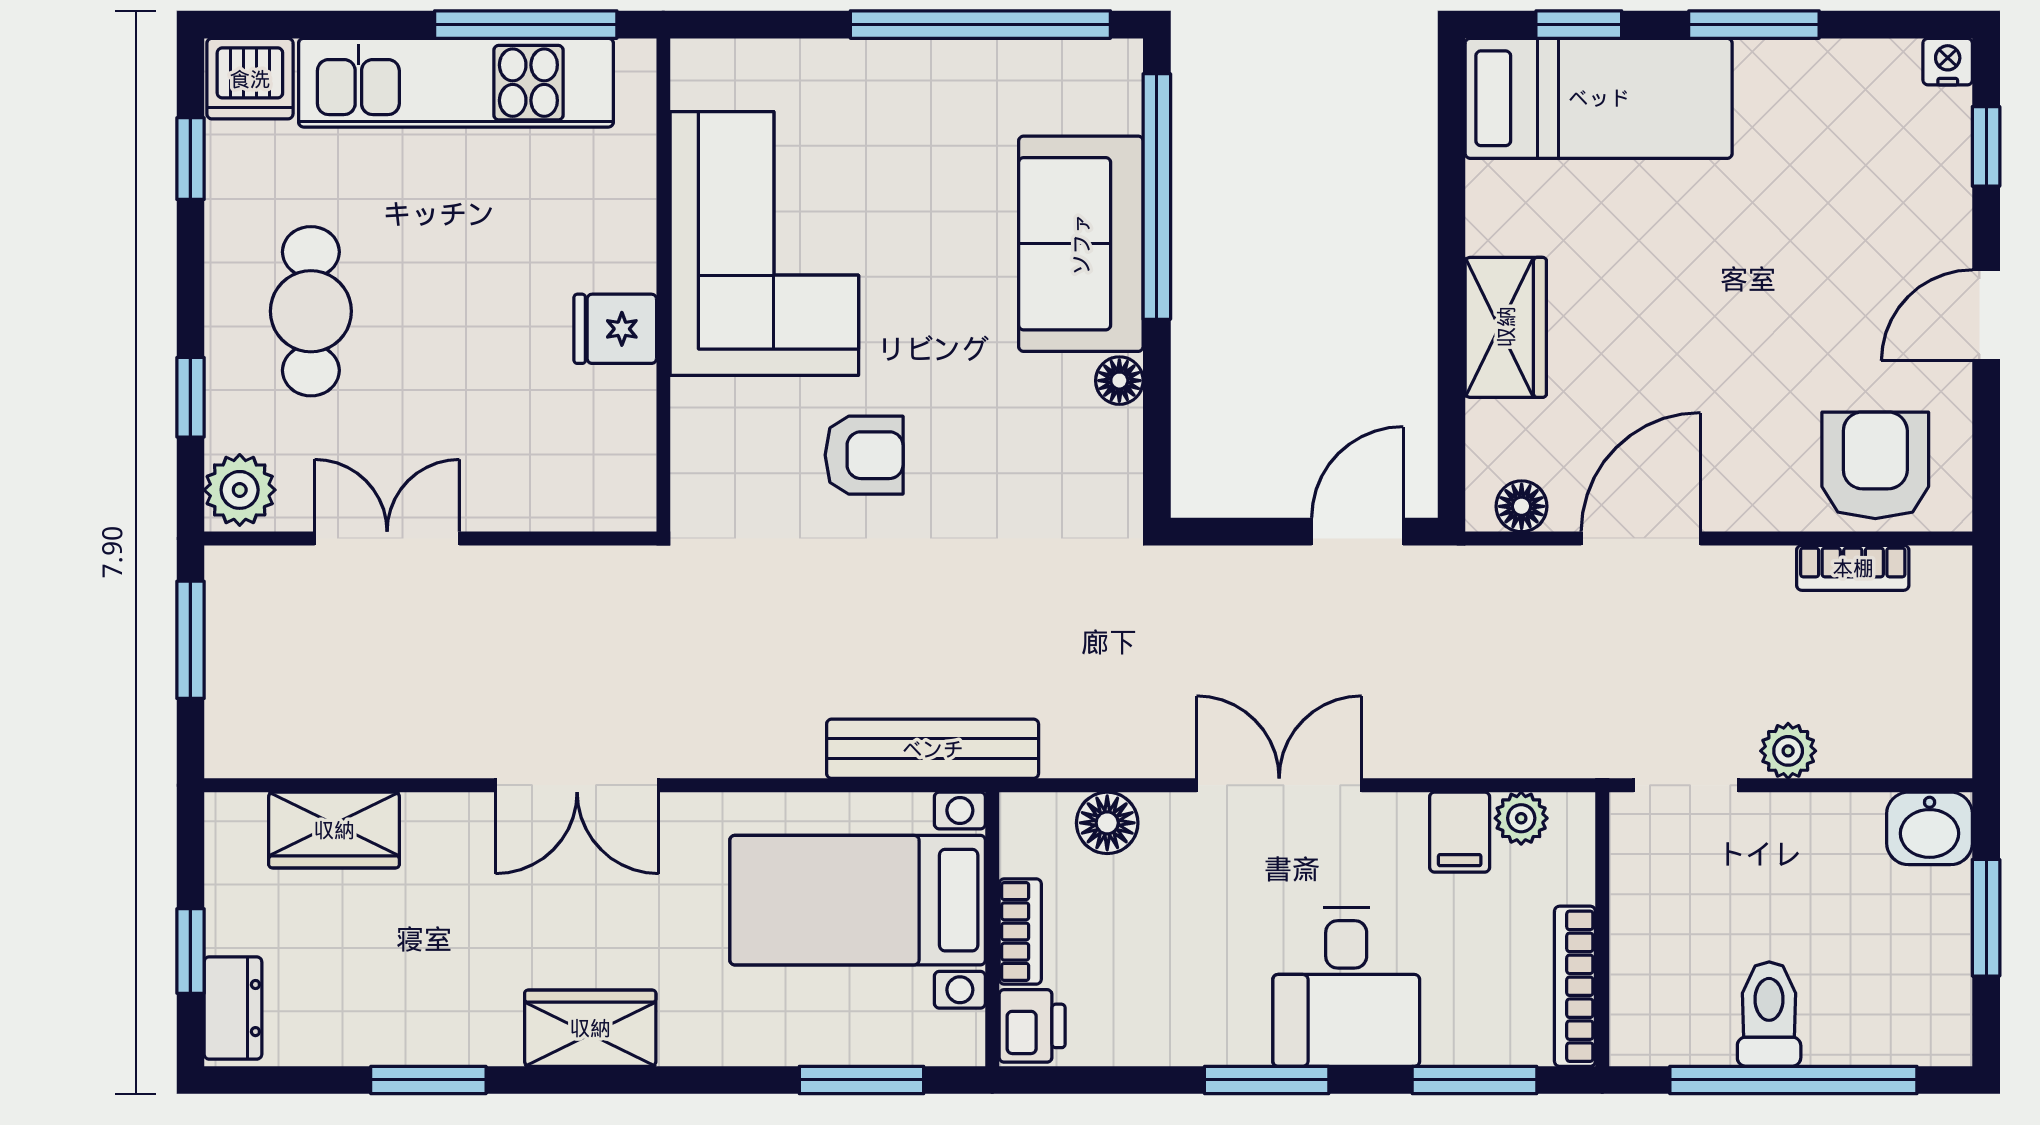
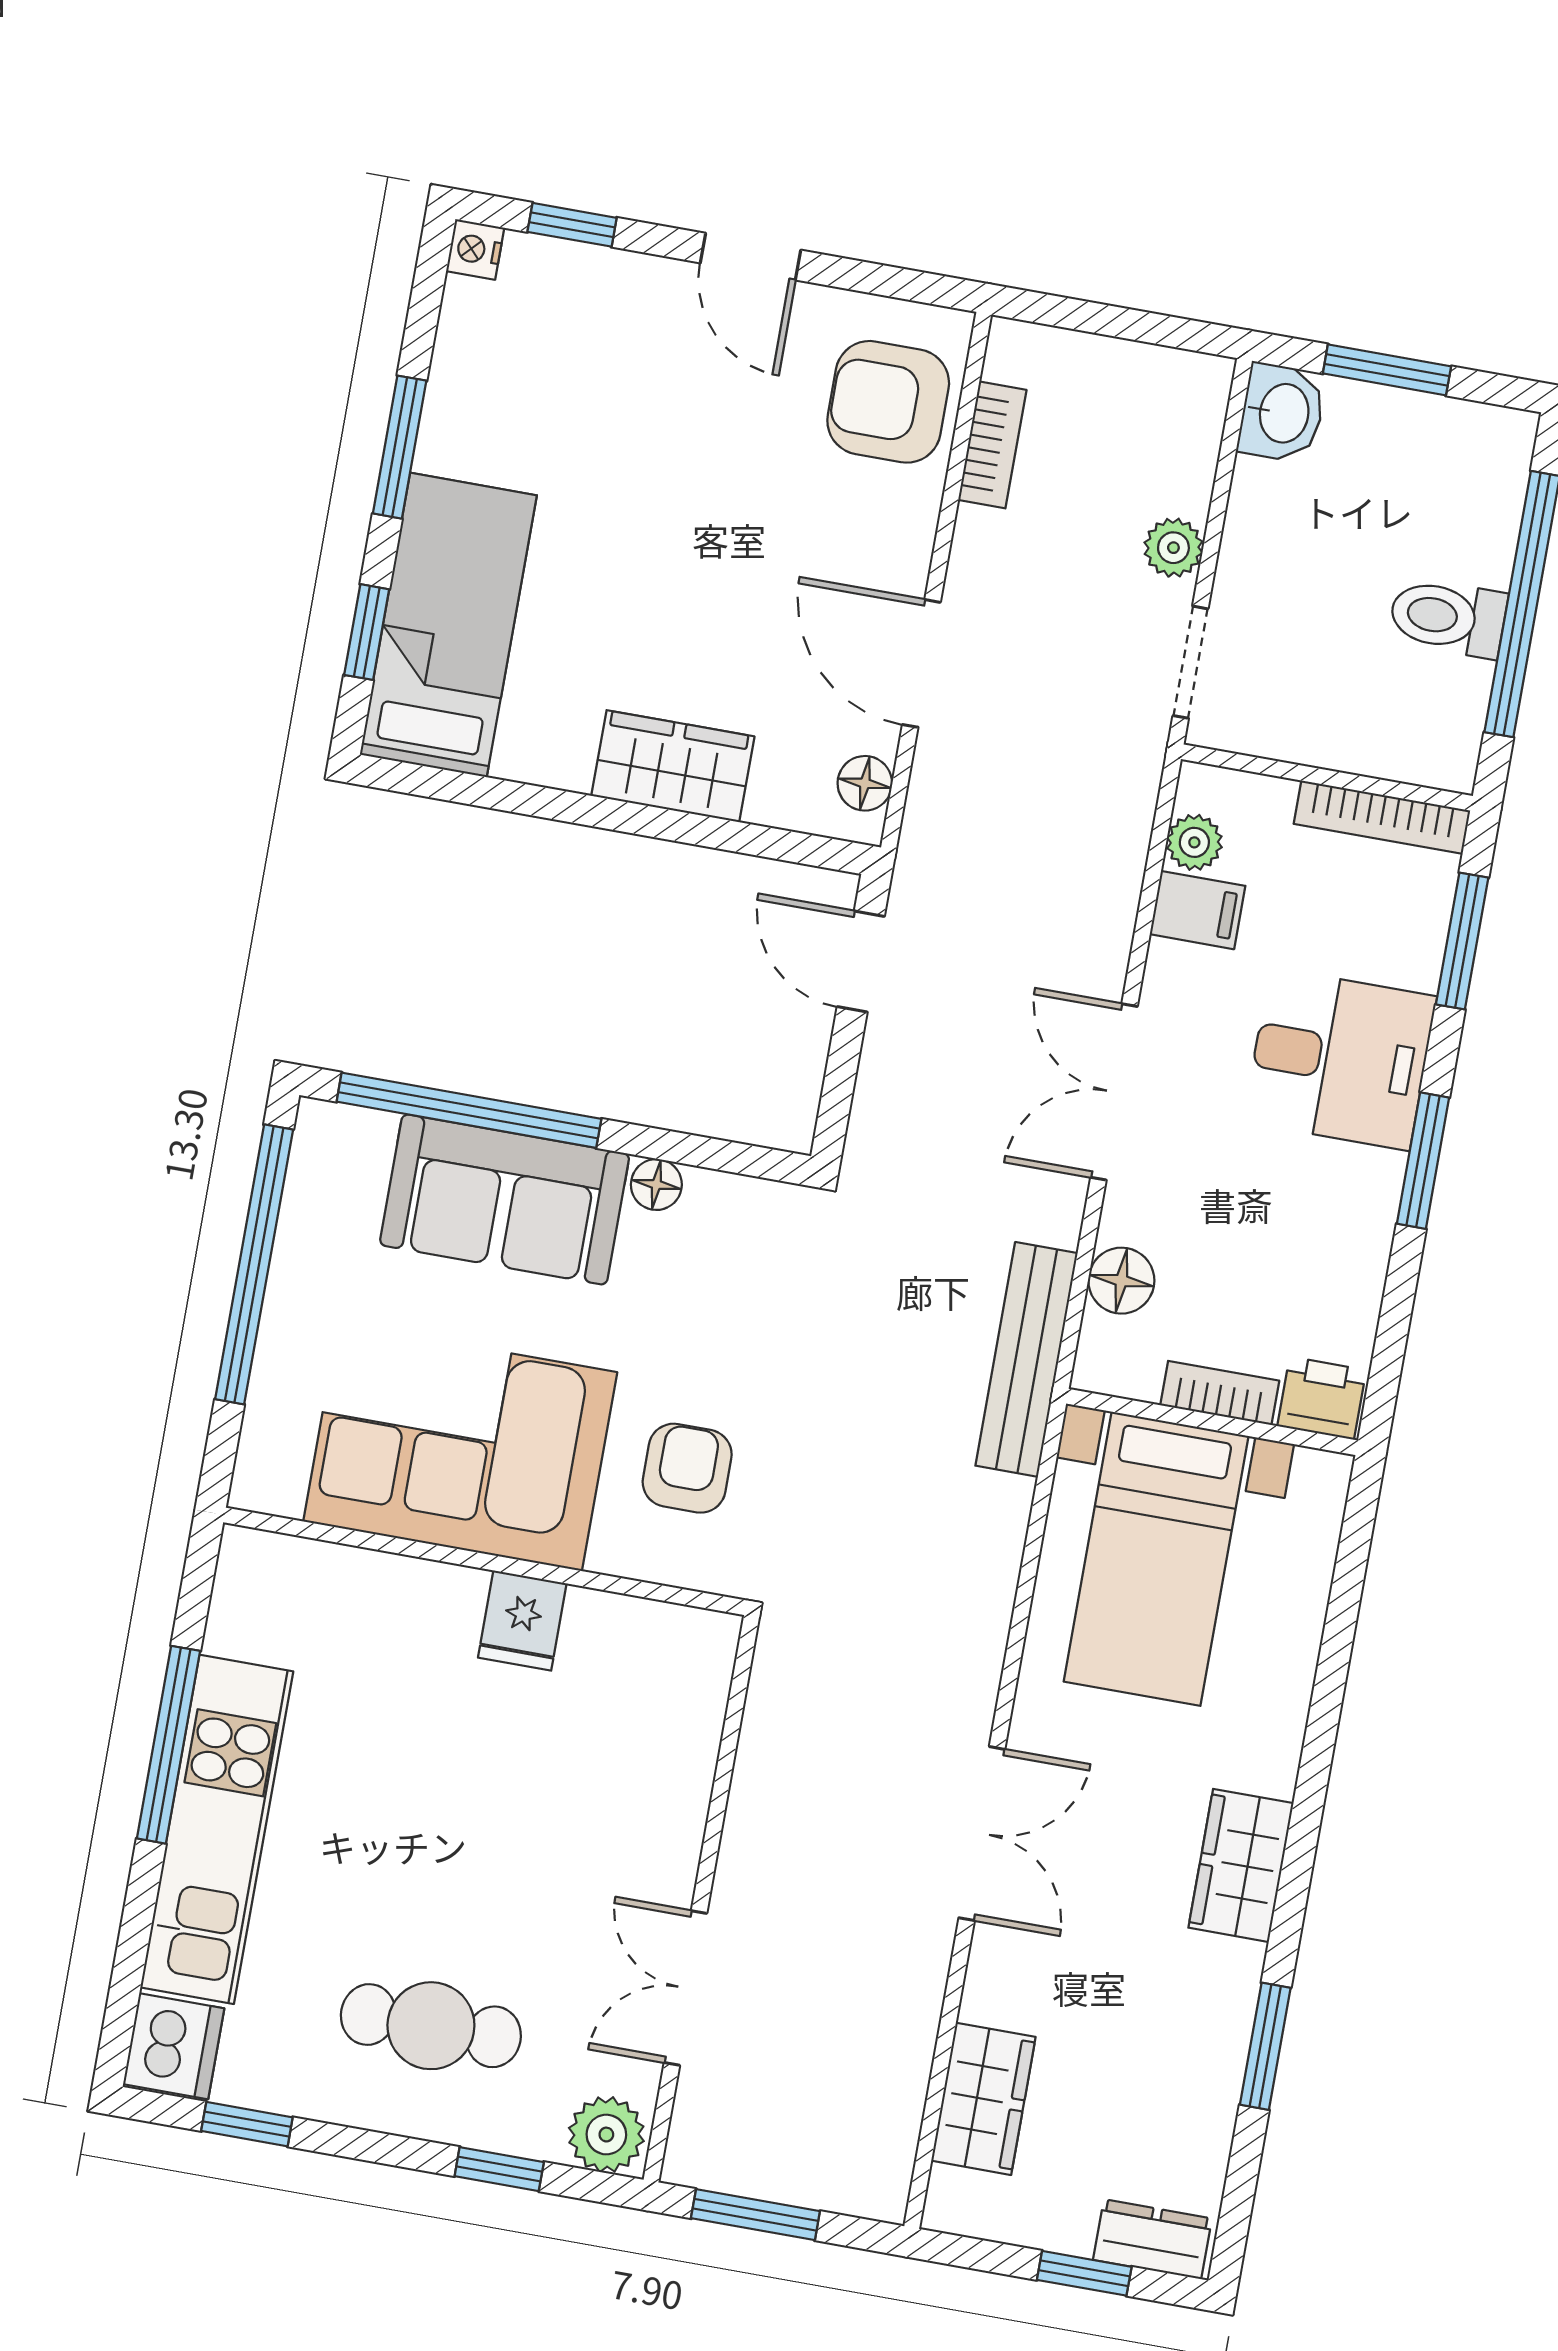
corner sofa: (764, 244) -> (460, 1447), moved
wall: (663, 285) -> (485, 1561), moved
fridge: (615, 329) -> (522, 1621), moved
bench: (933, 749) -> (1027, 1359), moved
window: (862, 1080) -> (1347, 1589), removed

